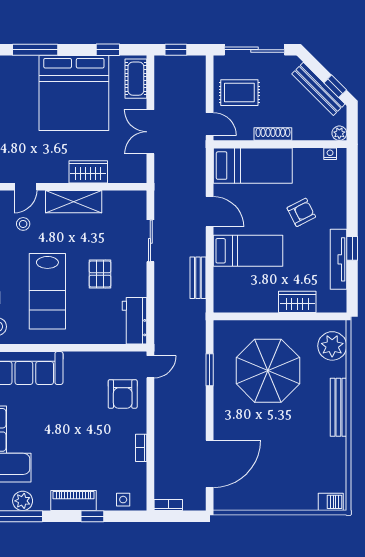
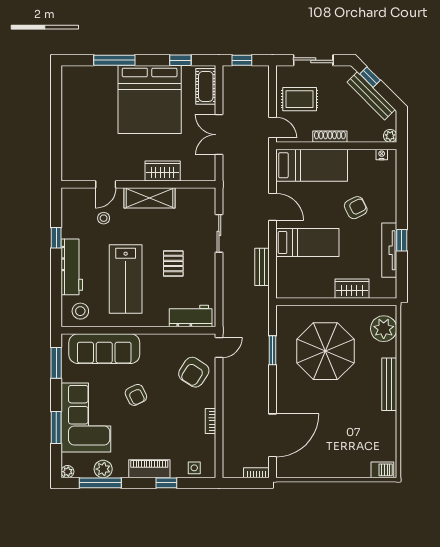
sliding door: (255, 50) -> (313, 60), width x0.73
window: (335, 86) -> (370, 77), moved
workbench: (135, 321) -> (191, 316), moved, turned 90
armchair: (123, 394) -> (194, 372), turned 33
armchair: (59, 419) -> (136, 395), added
bookcase: (168, 505) -> (256, 473), moved

